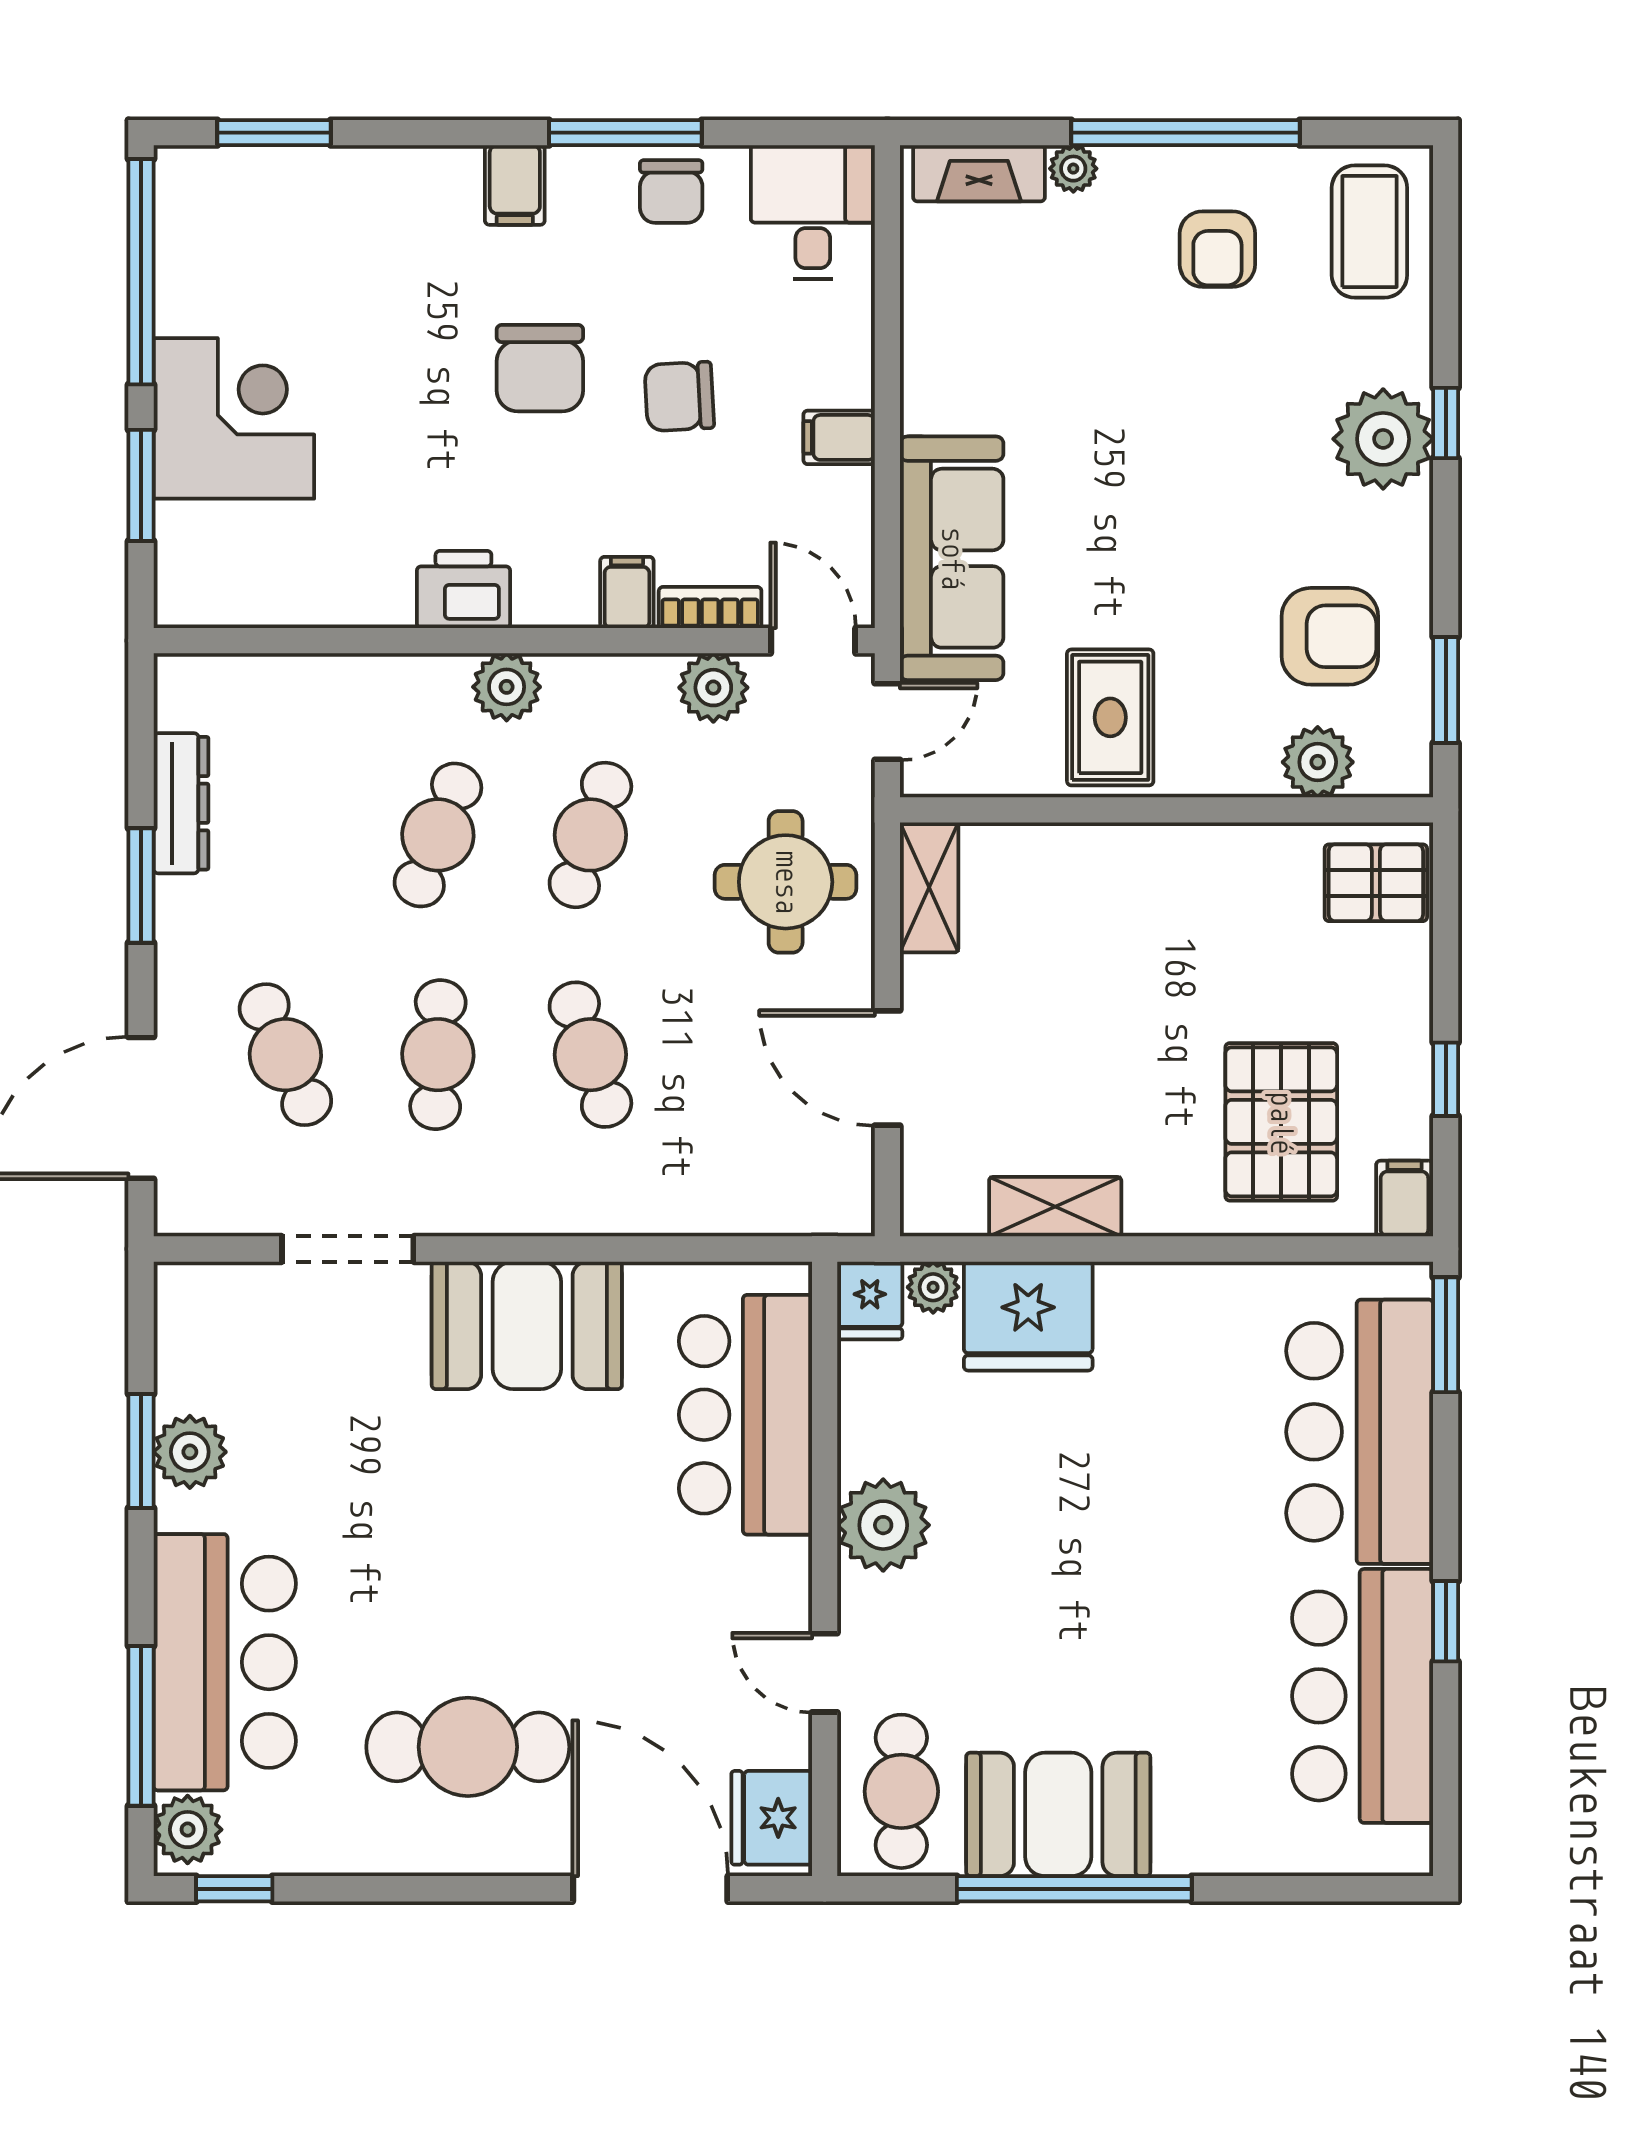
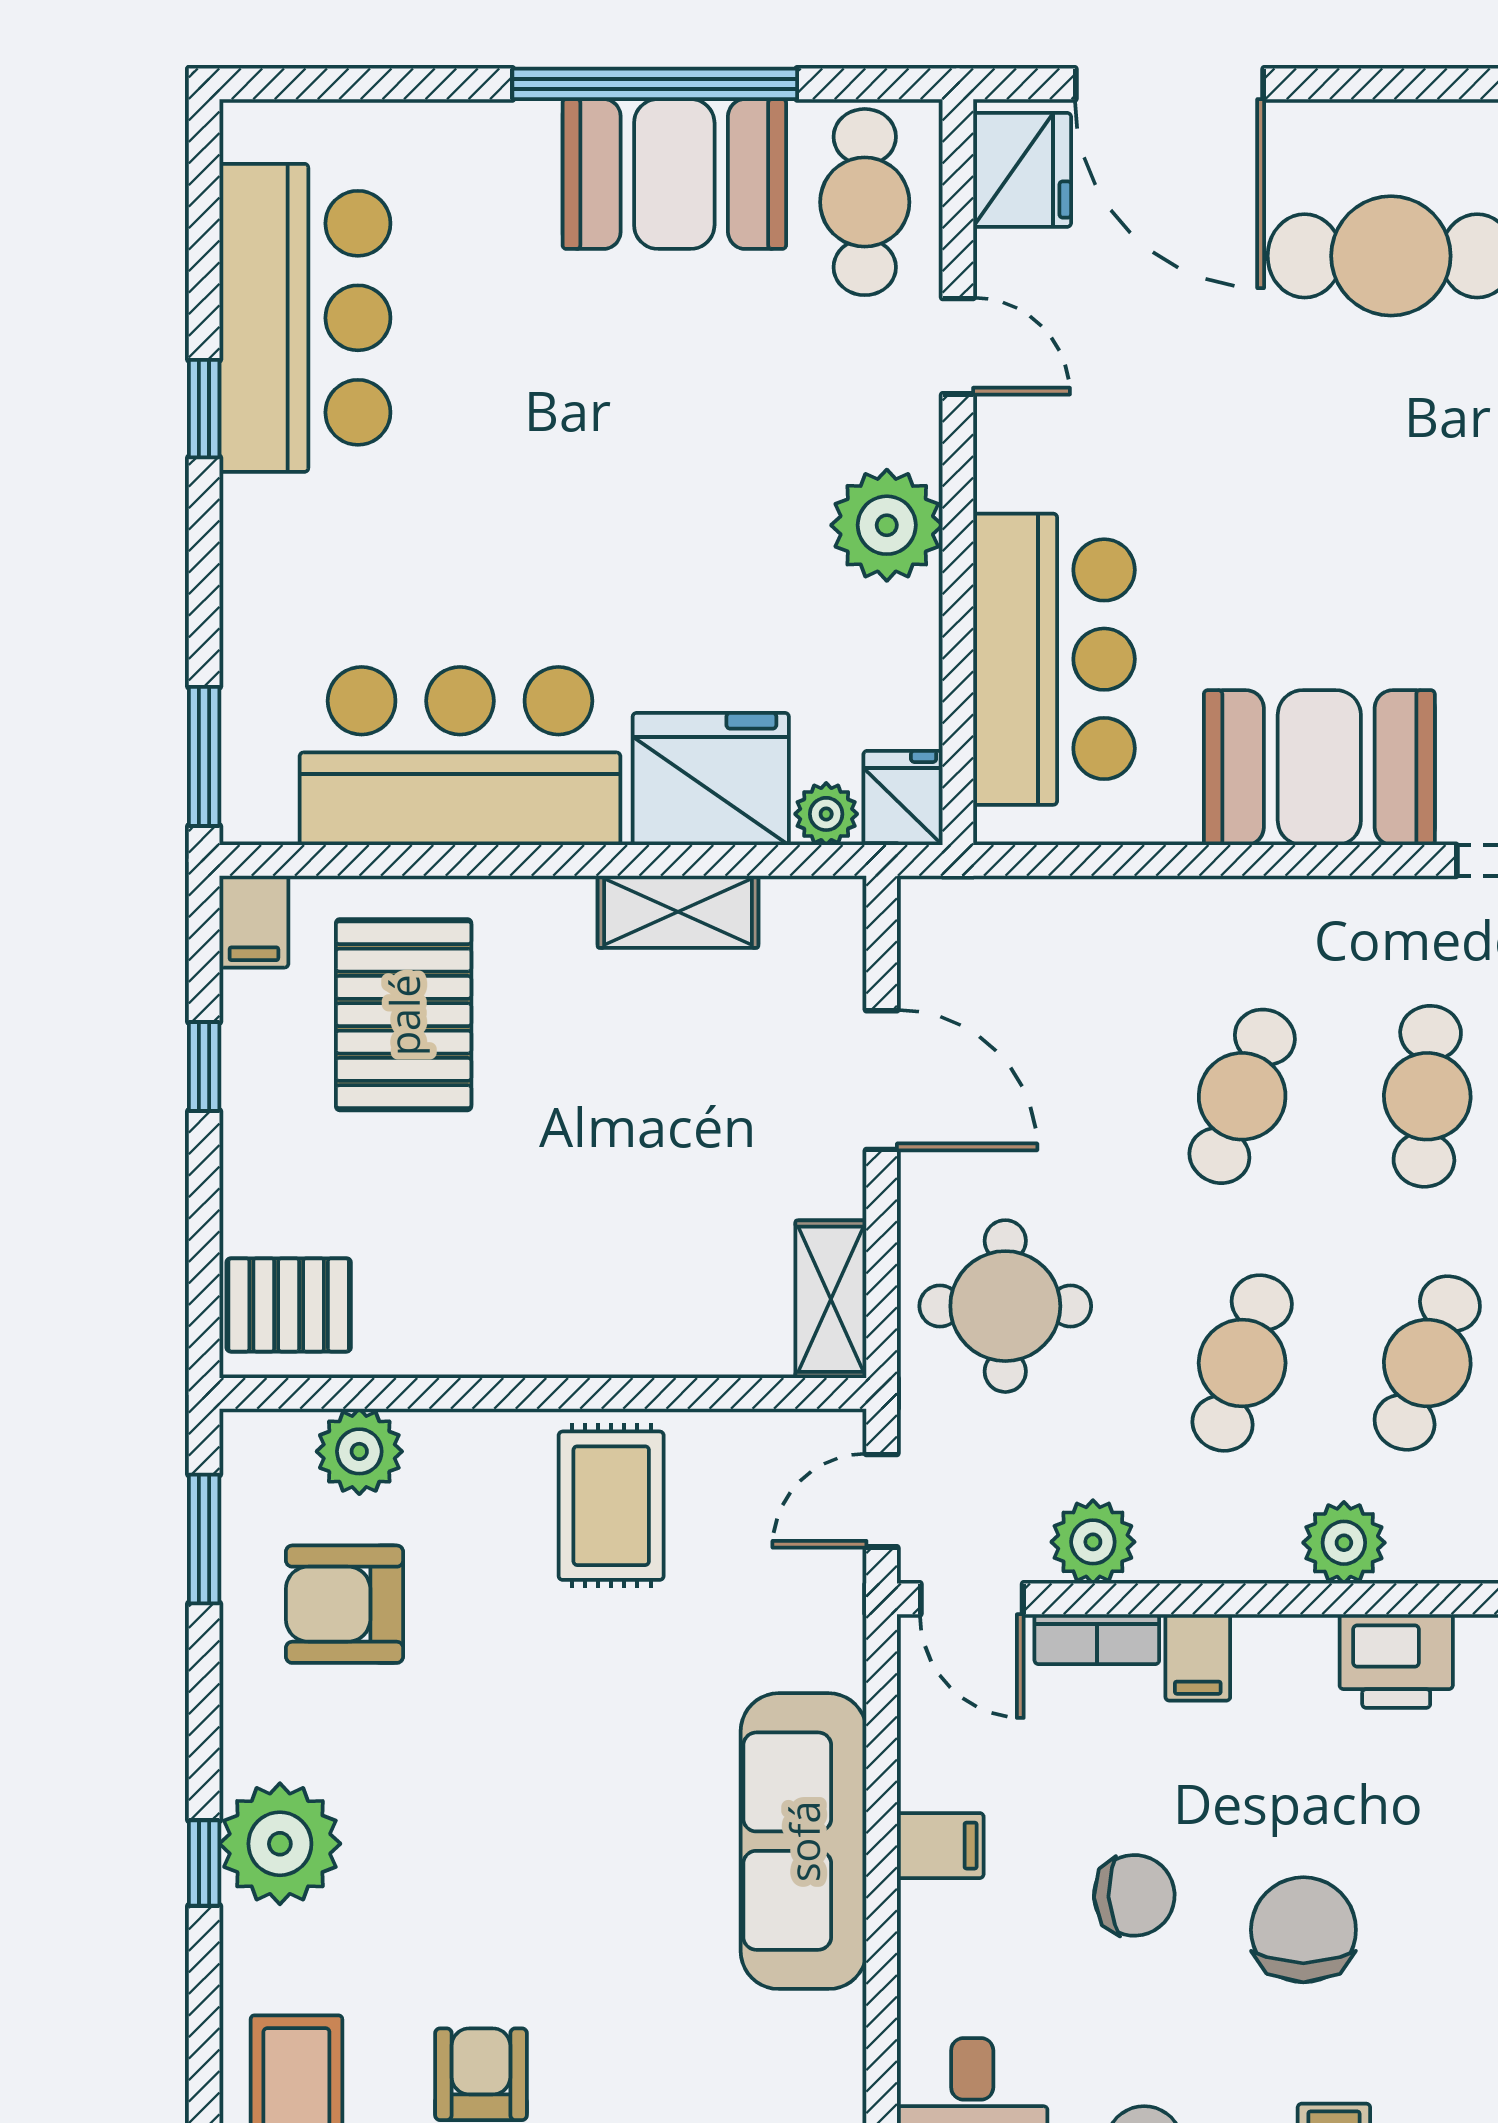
sofa: (952, 558) -> (804, 1841), moved
cafe table: (590, 1055) -> (1242, 1096), turned 39
bar counter: (1360, 1432) -> (460, 756), moved, turned -90

